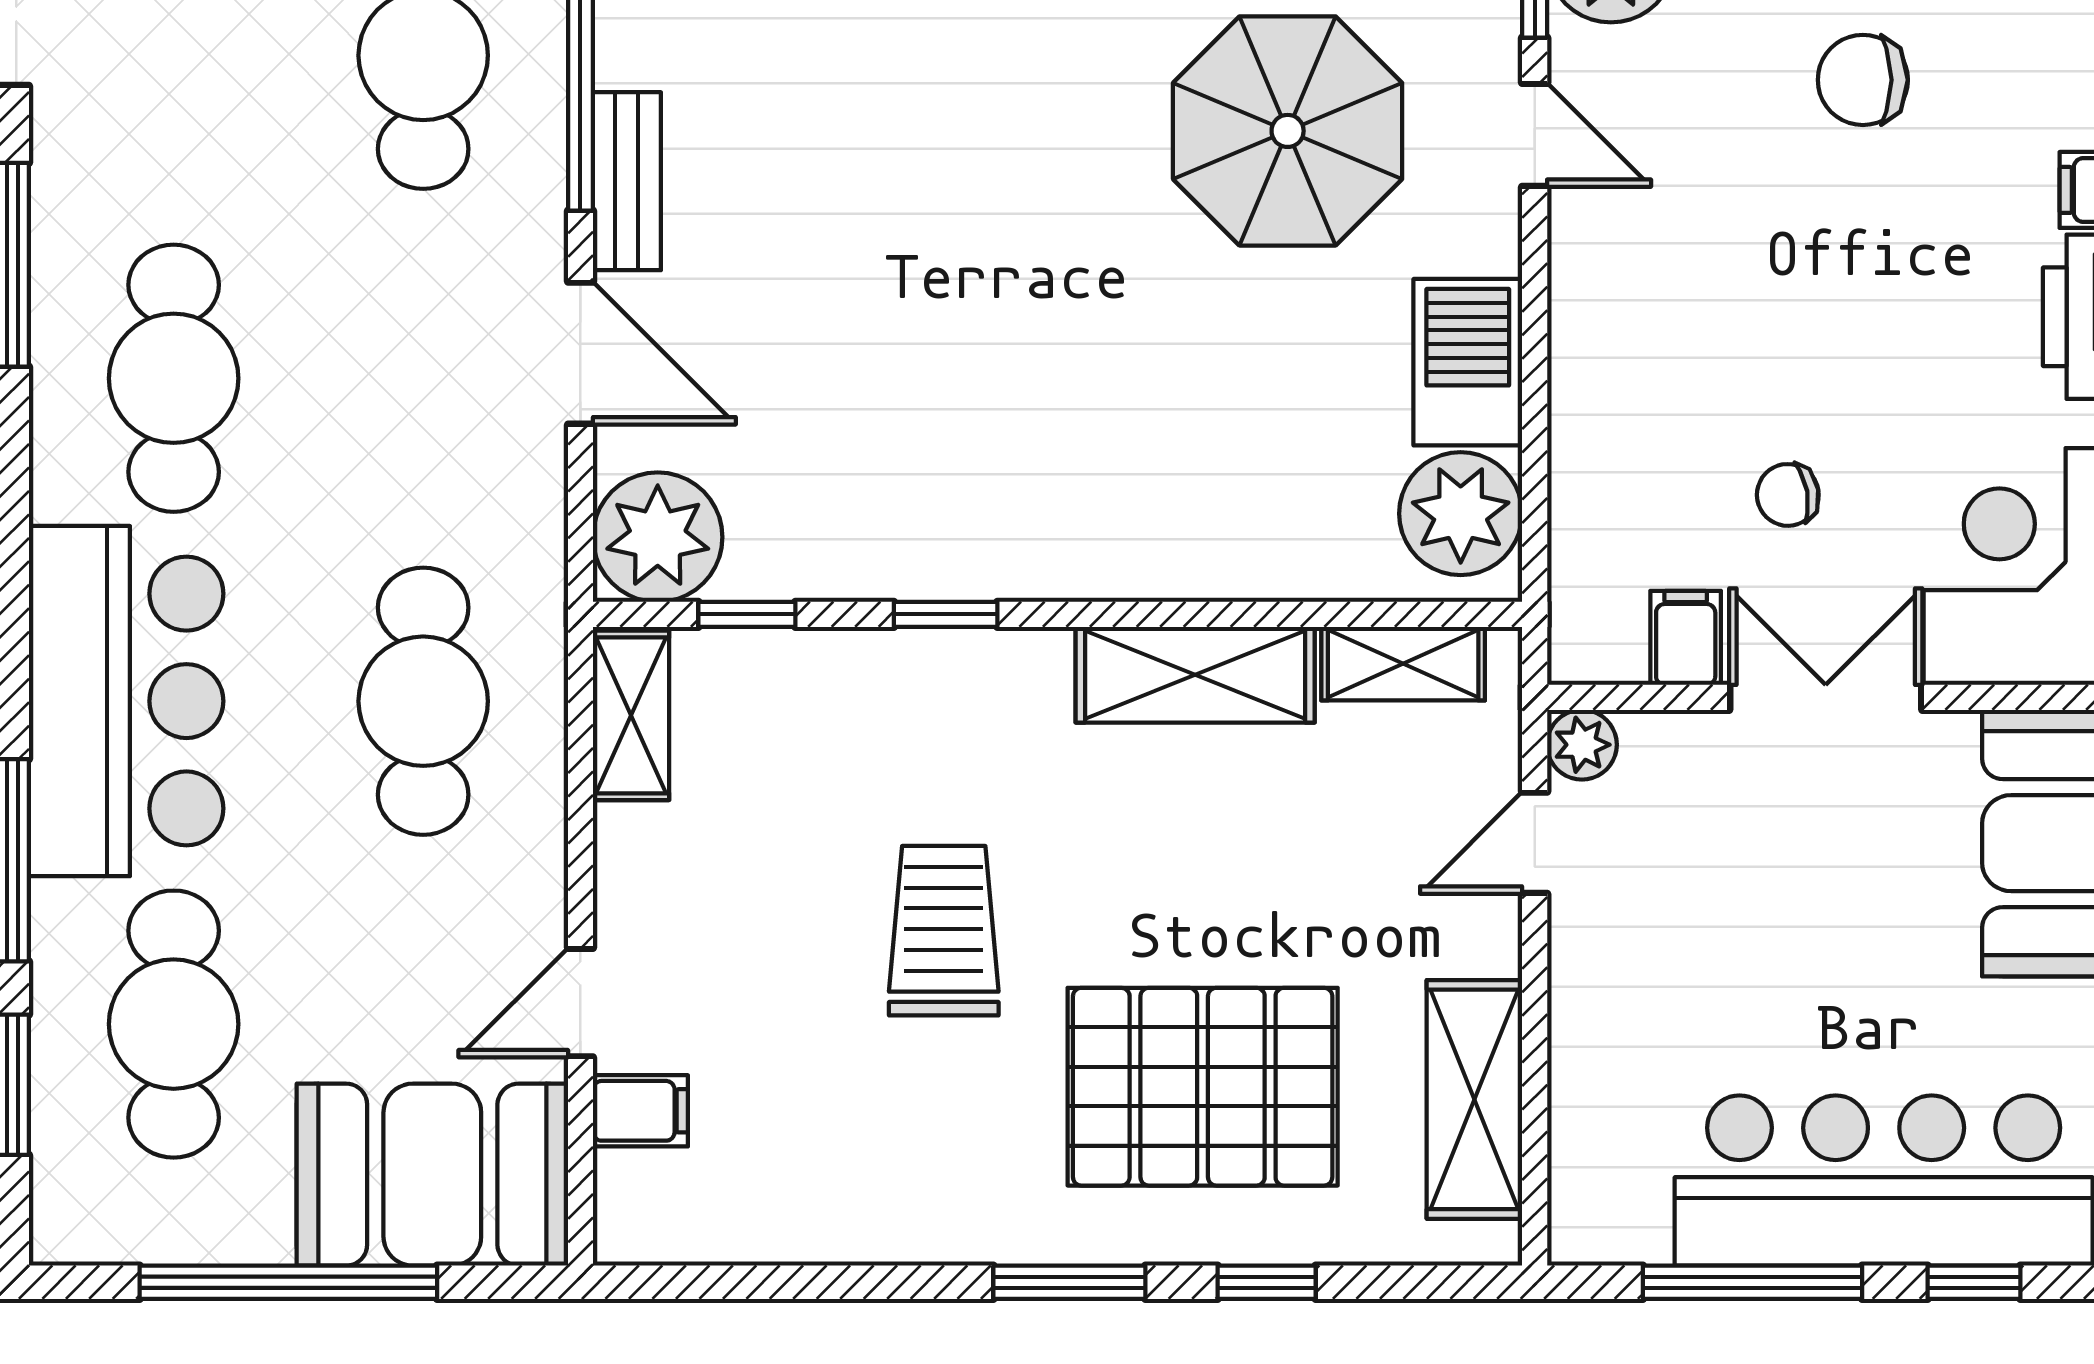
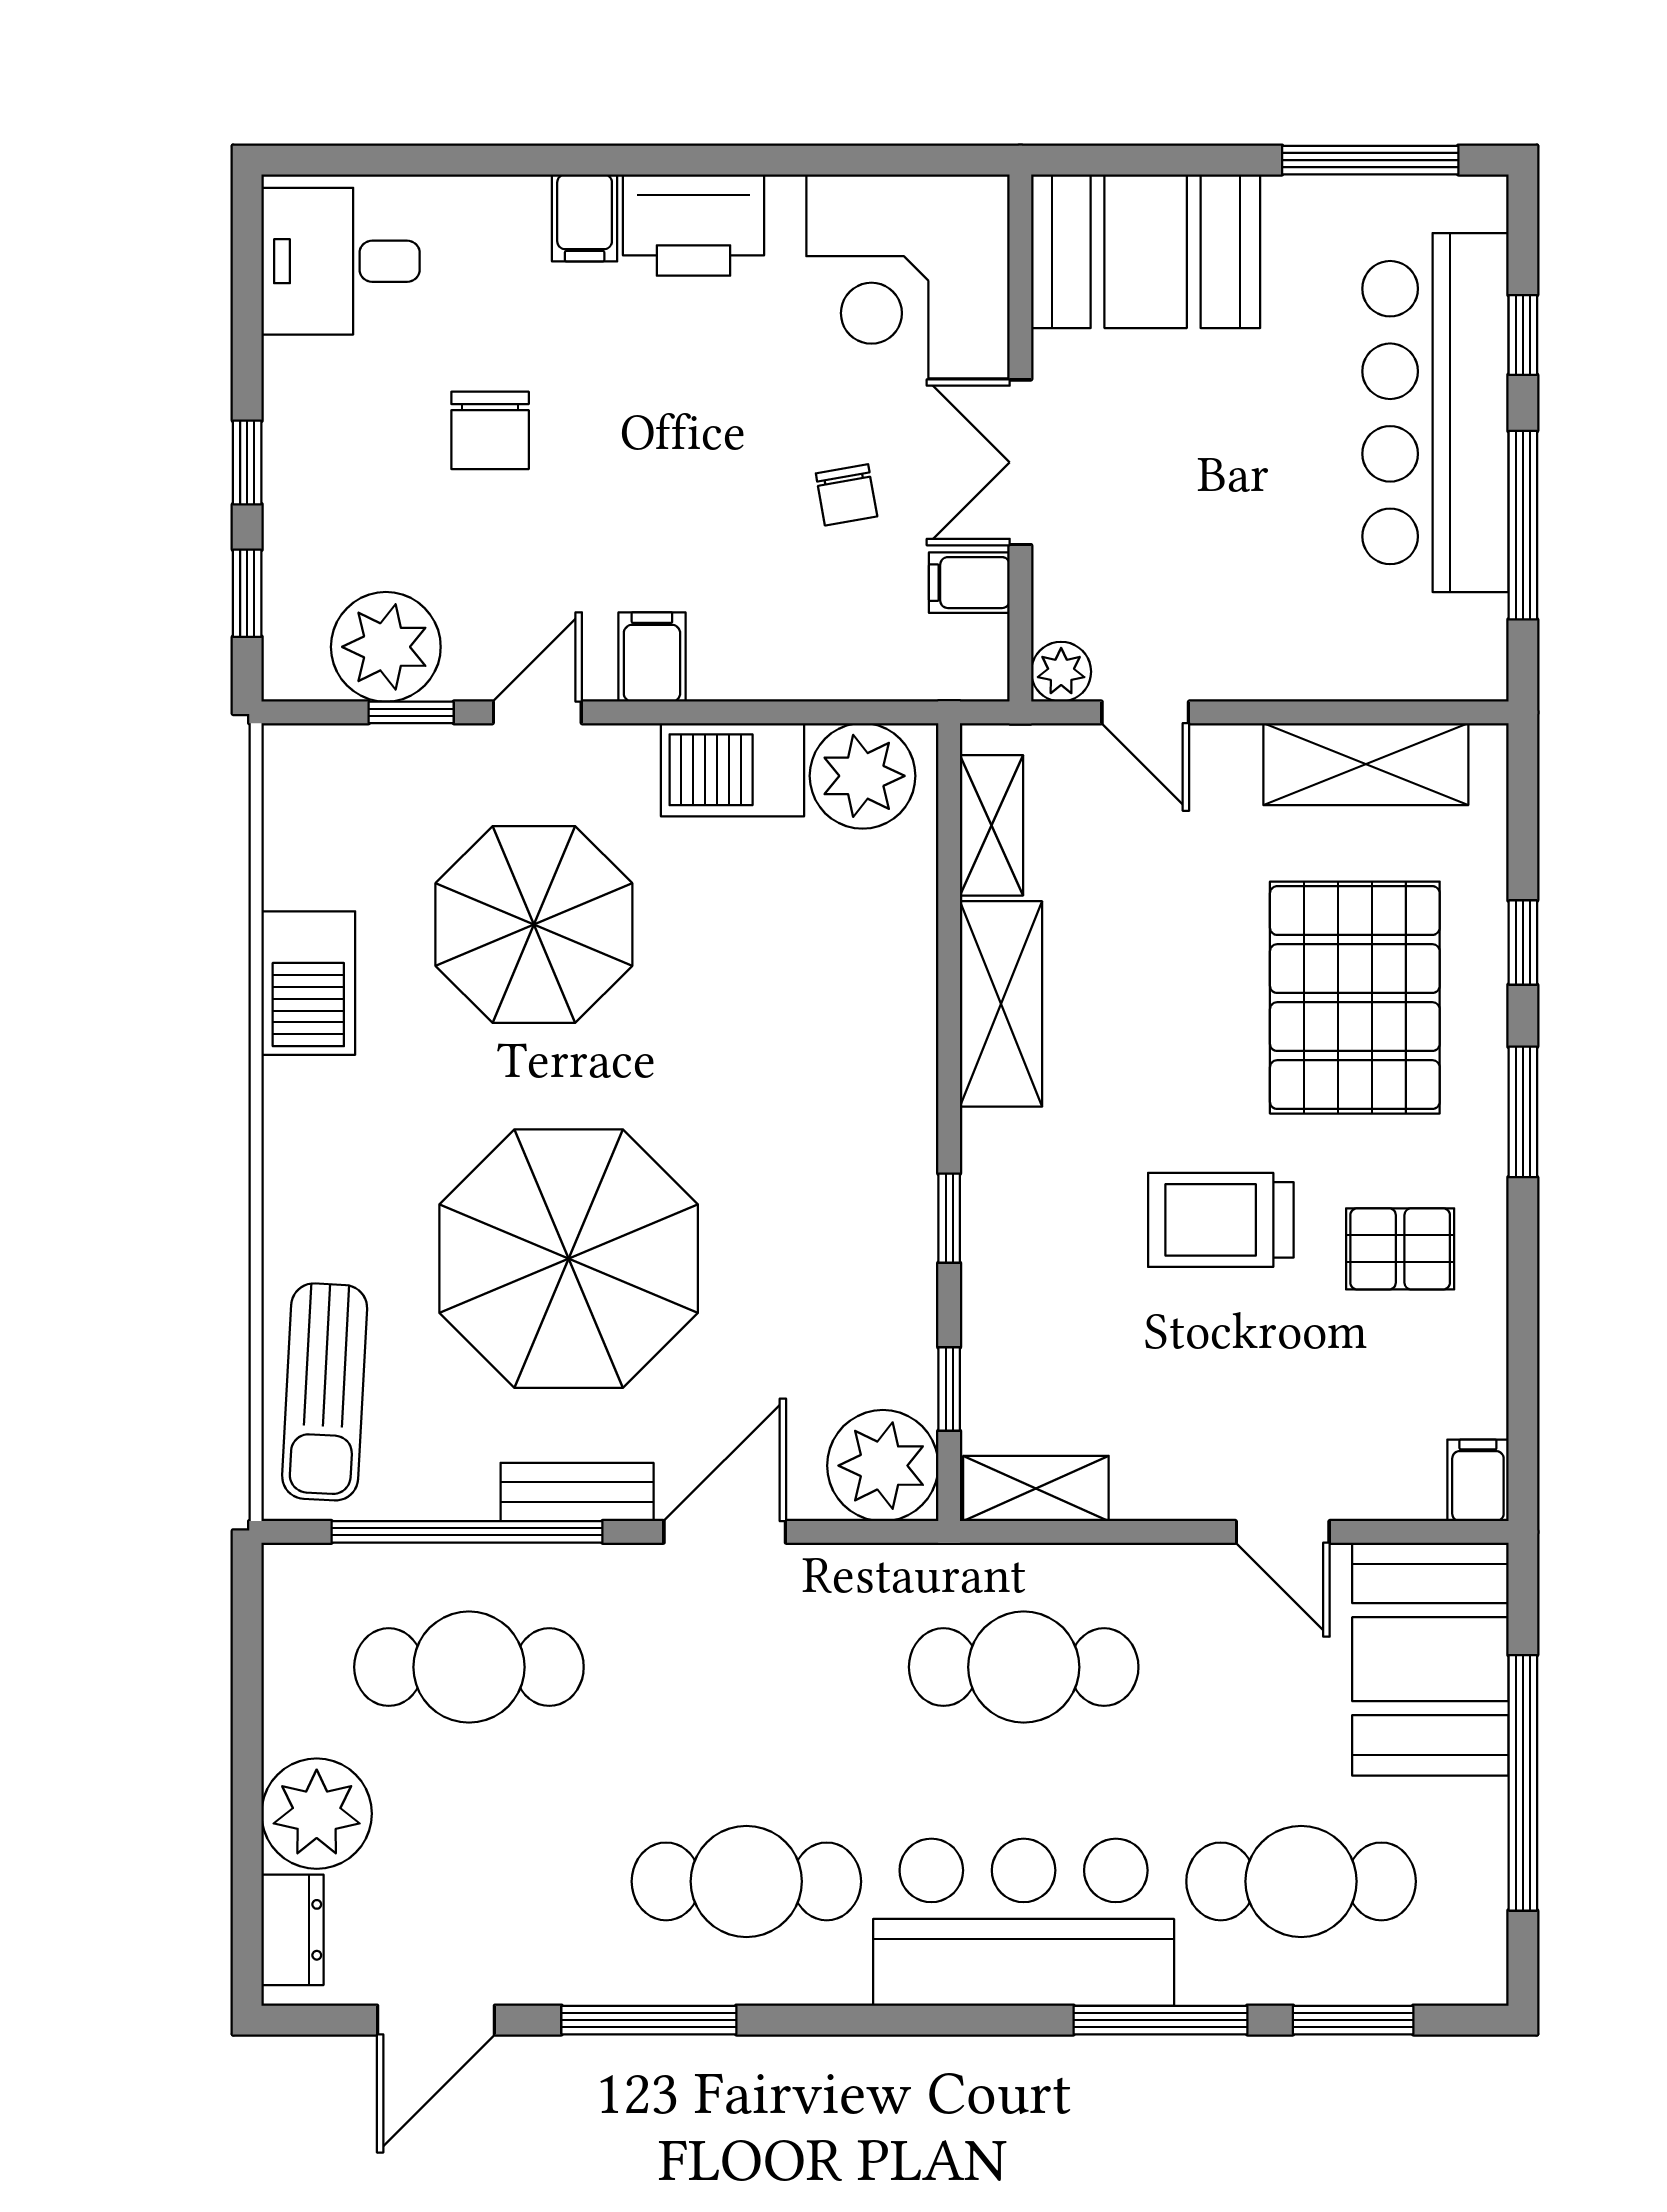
parasol: (899, 171) -> (569, 1259), added
filing cabinet: (1599, 268) -> (652, 657), added
filing cabinet: (640, 1111) -> (1478, 1480), moved
pallet: (910, 1139) -> (1400, 1249), added

